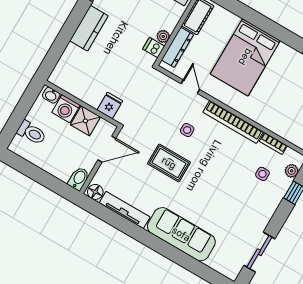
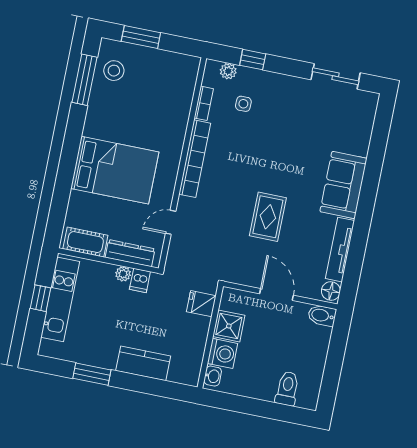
washbasin: (51, 95) -> (213, 376), moved
wall: (82, 104) -> (210, 337), moved
fridge: (110, 106) -> (201, 304), moved
washing machine: (66, 109) -> (222, 353), moved
shower: (85, 121) -> (229, 326), moved
side table: (187, 130) -> (222, 209), removed
sofa: (181, 234) -> (343, 185), width x0.73

